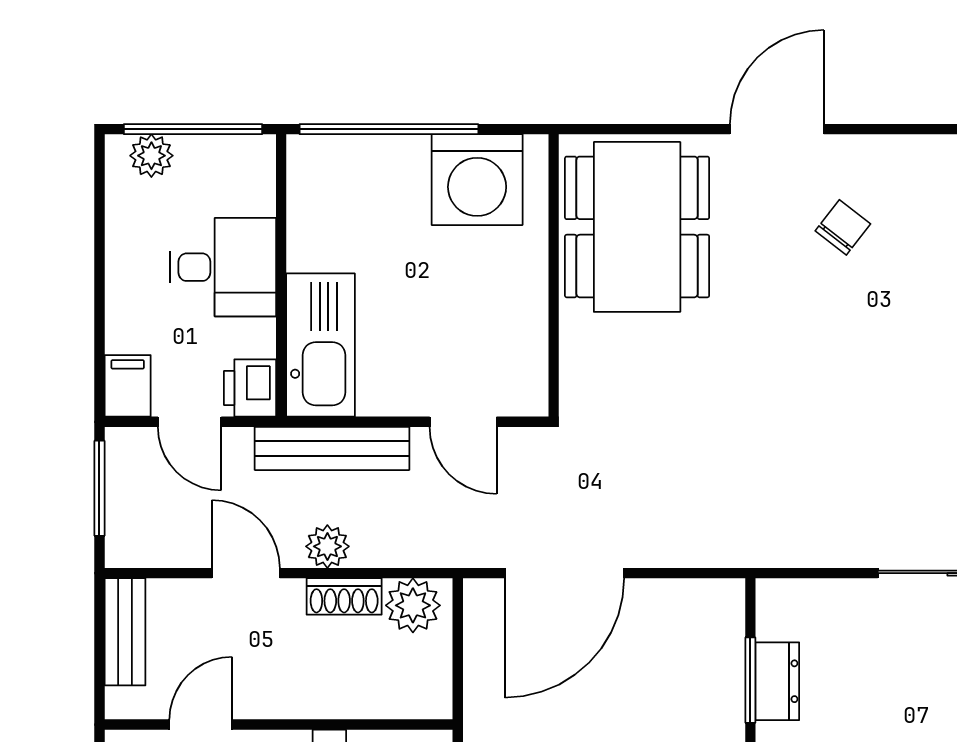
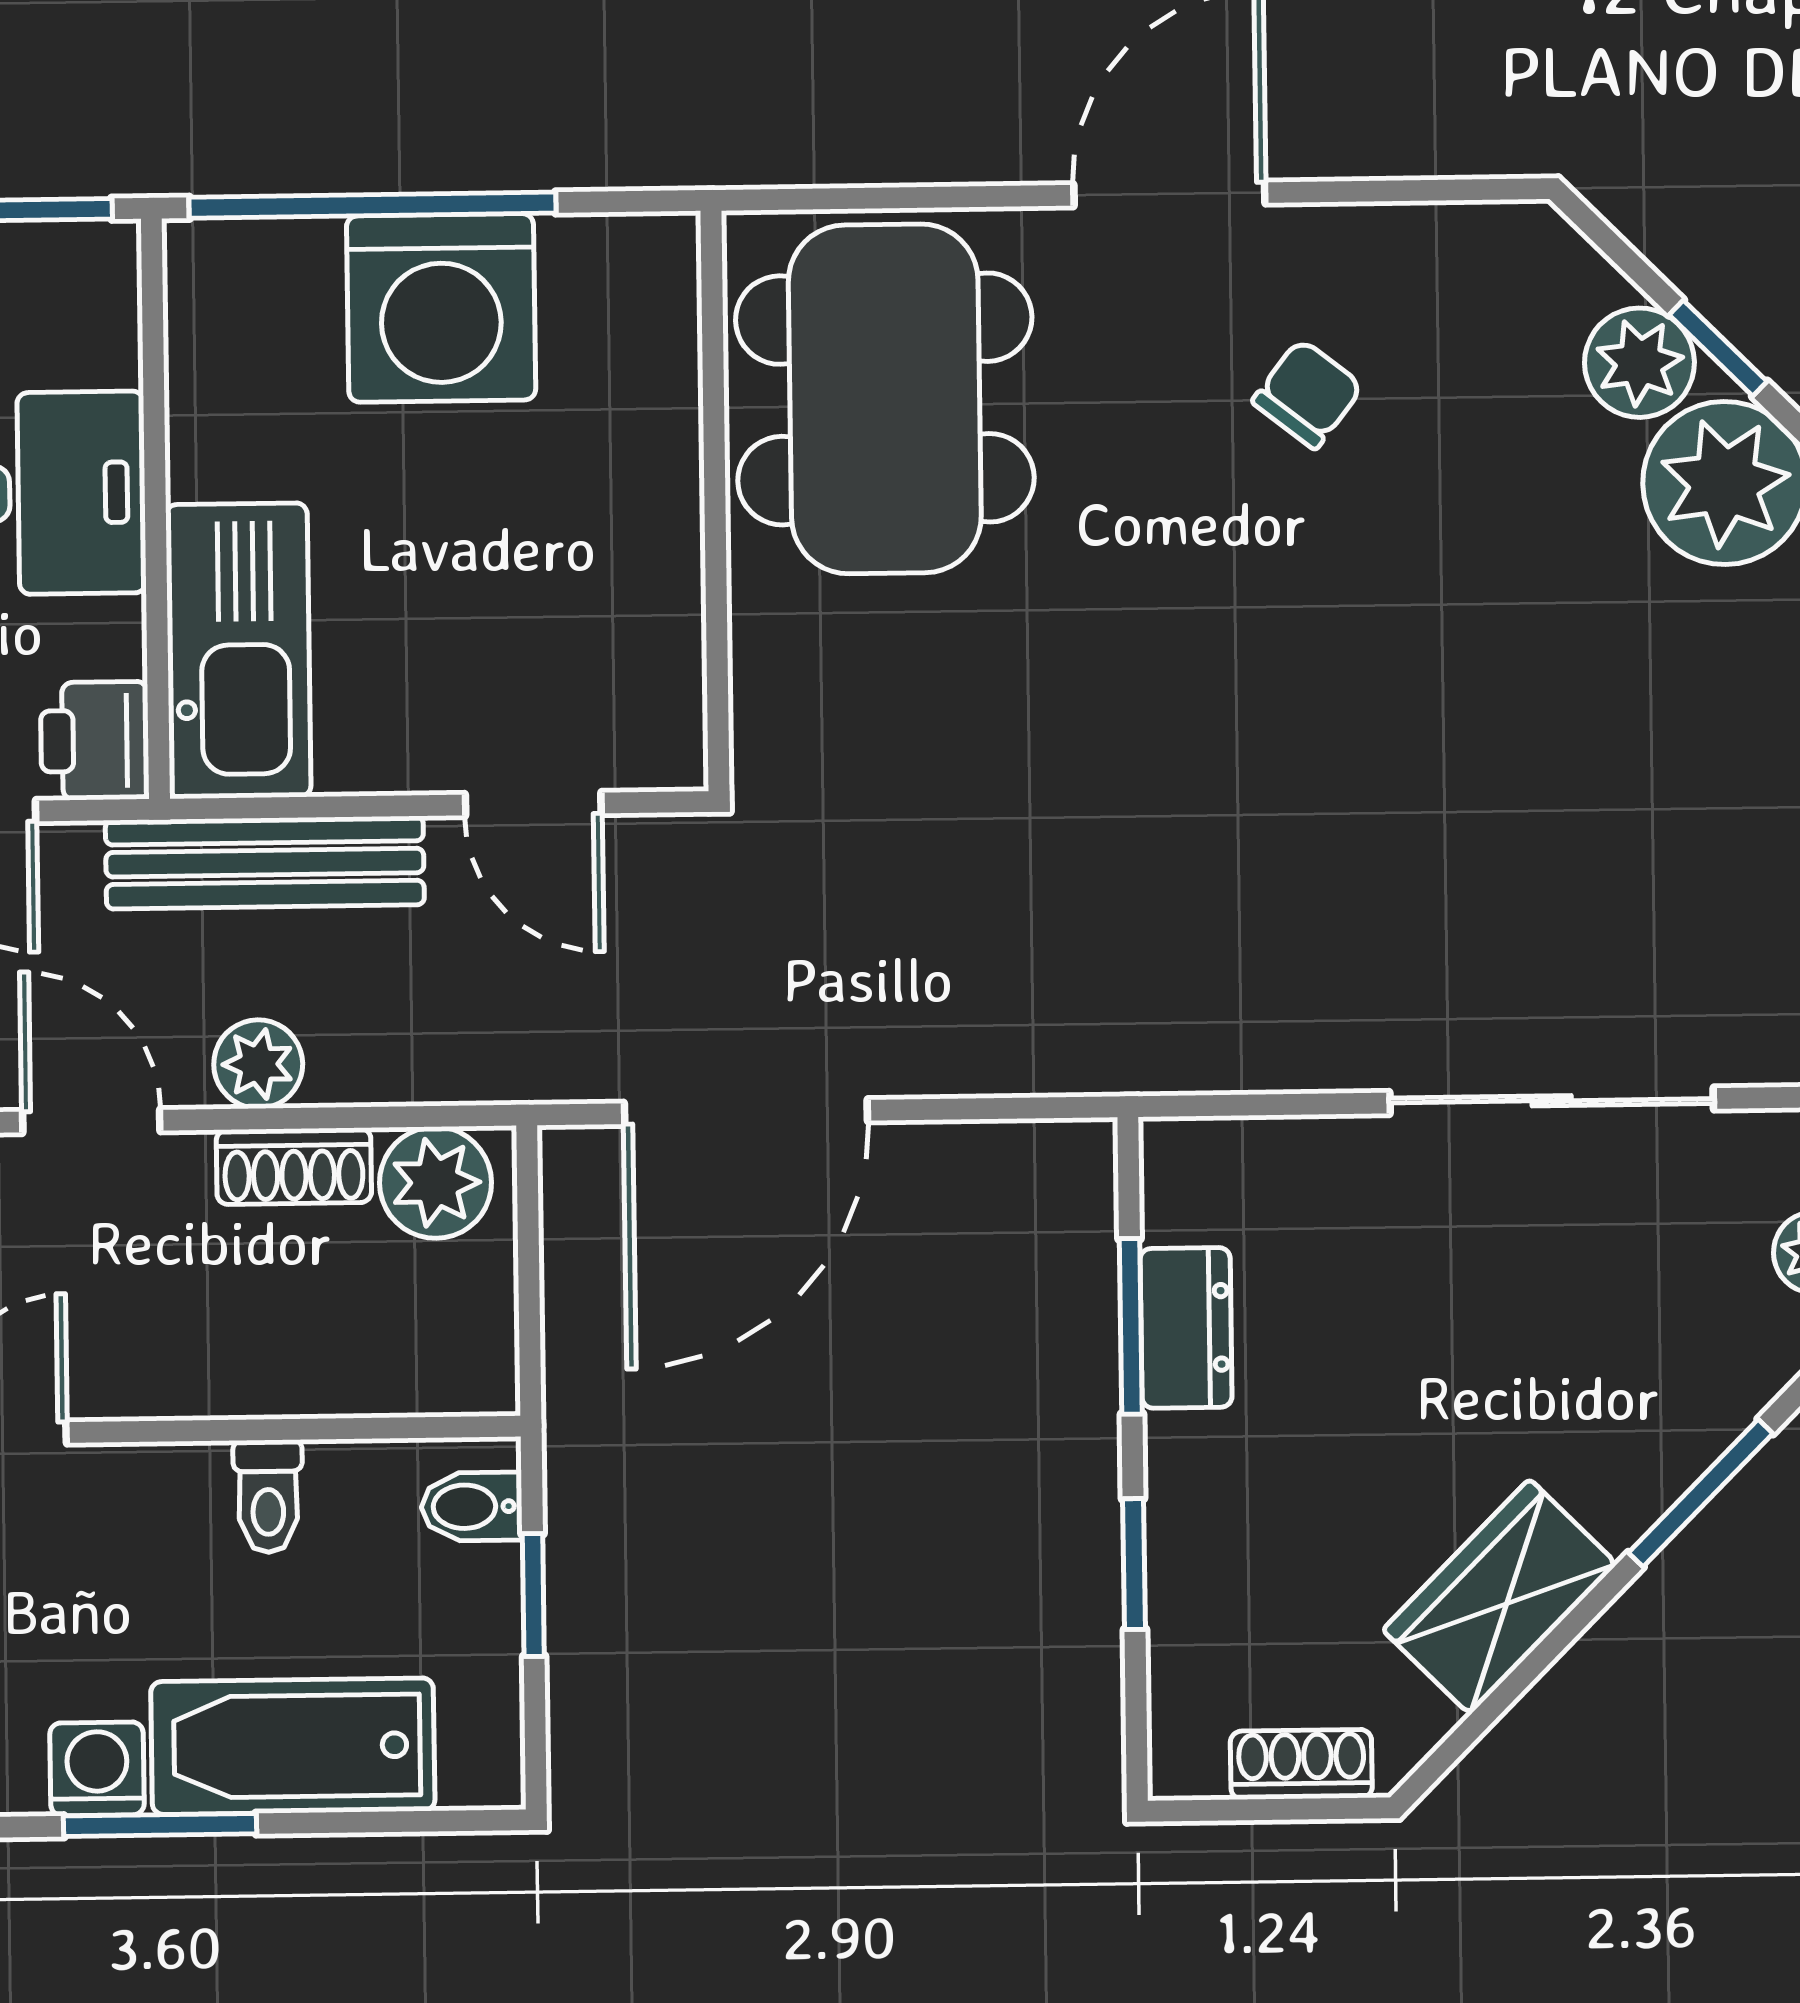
washing machine: (477, 180) -> (441, 308), moved

